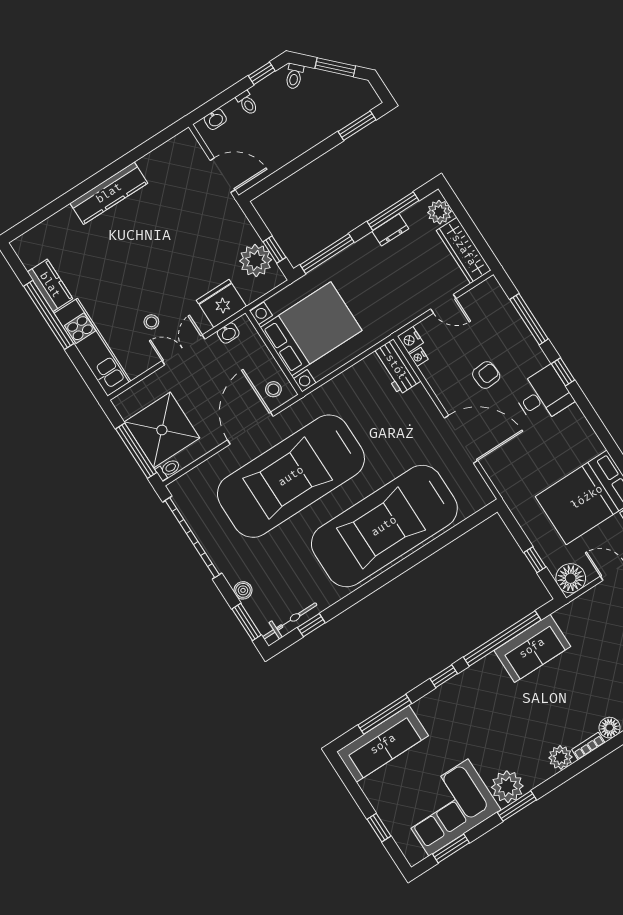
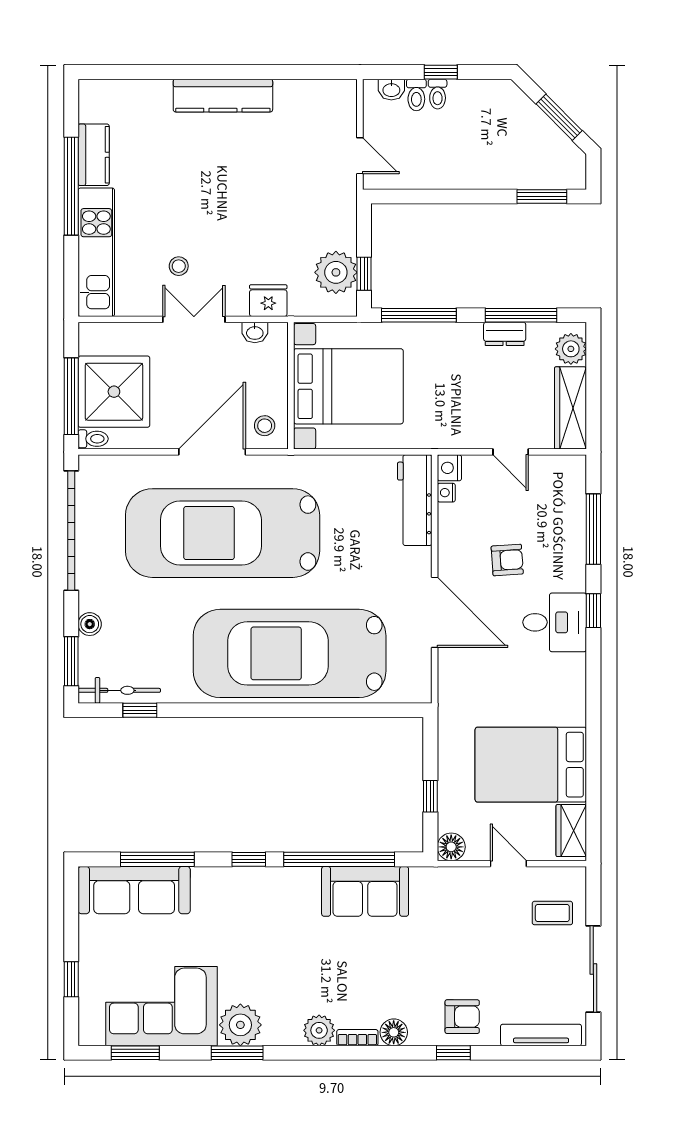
window: (262, 73) -> (441, 72), moved
toilet: (294, 76) -> (416, 95), moved, turned -45
door: (223, 175) -> (360, 156), width x0.73
fridge: (221, 303) -> (268, 301), width x0.73, depth x0.75
workbench: (396, 367) -> (415, 500), width x1.37
floor lamp: (571, 578) -> (451, 847), width x0.73, depth x0.73

